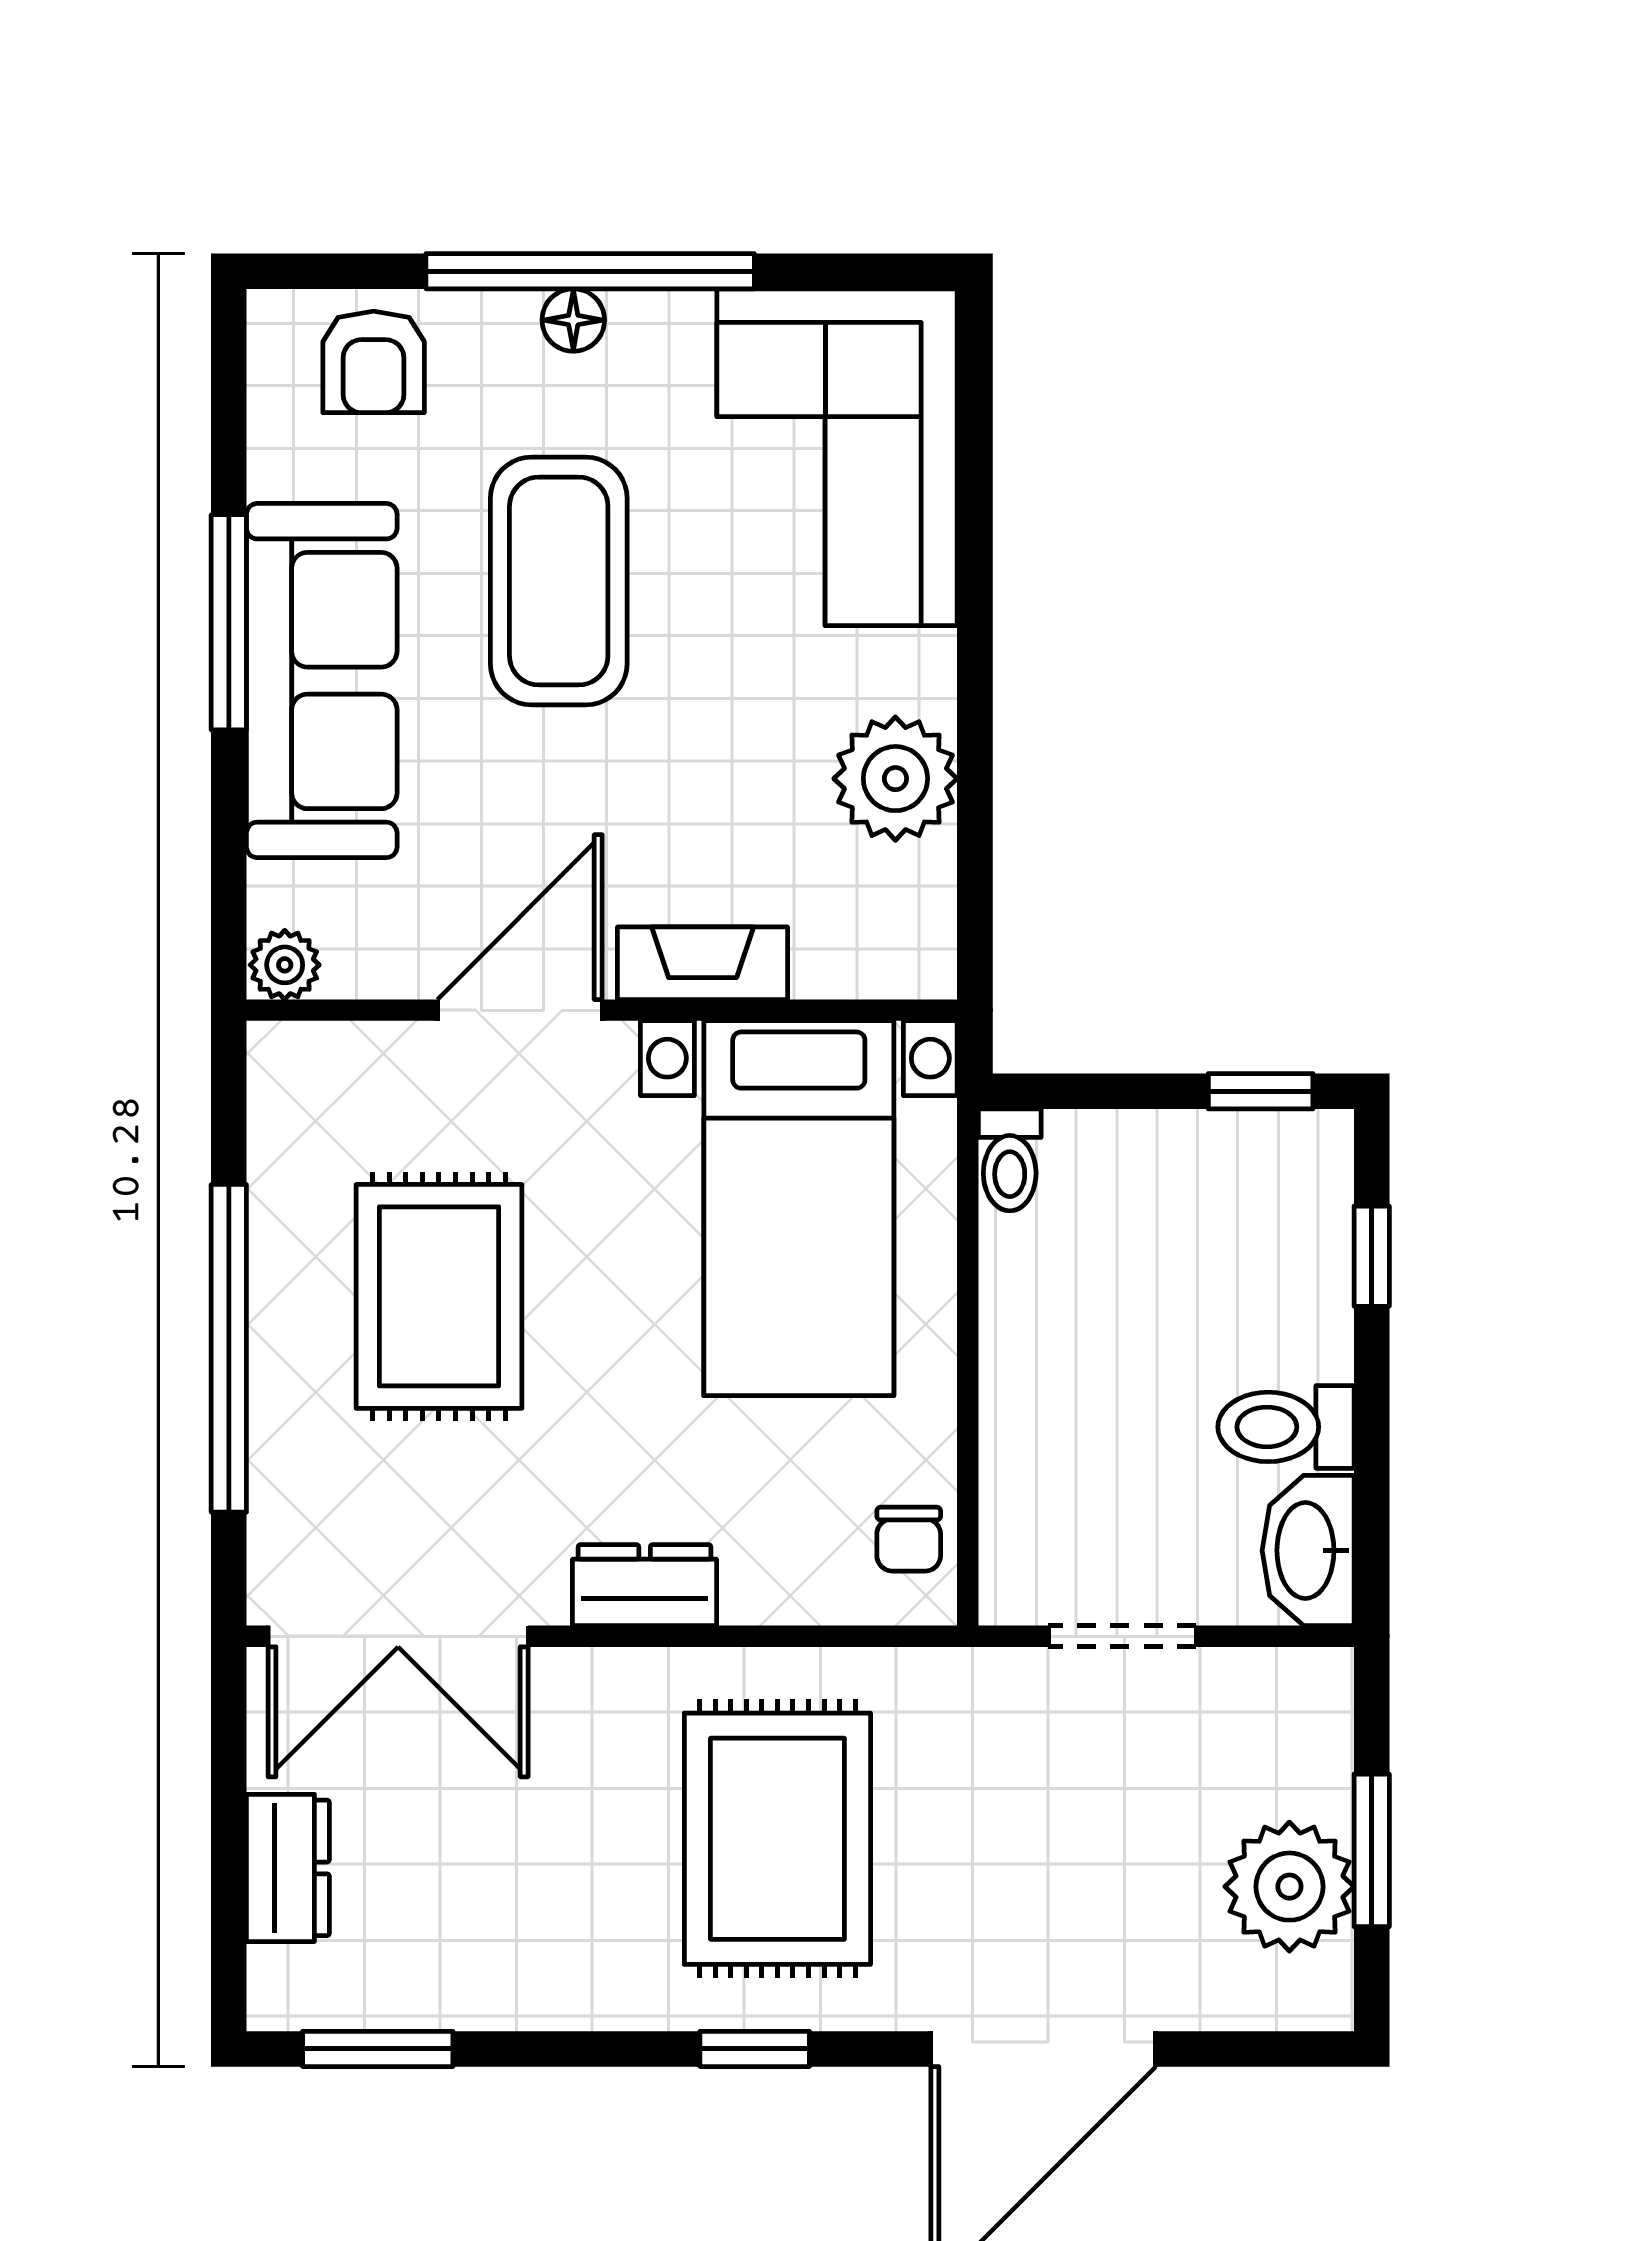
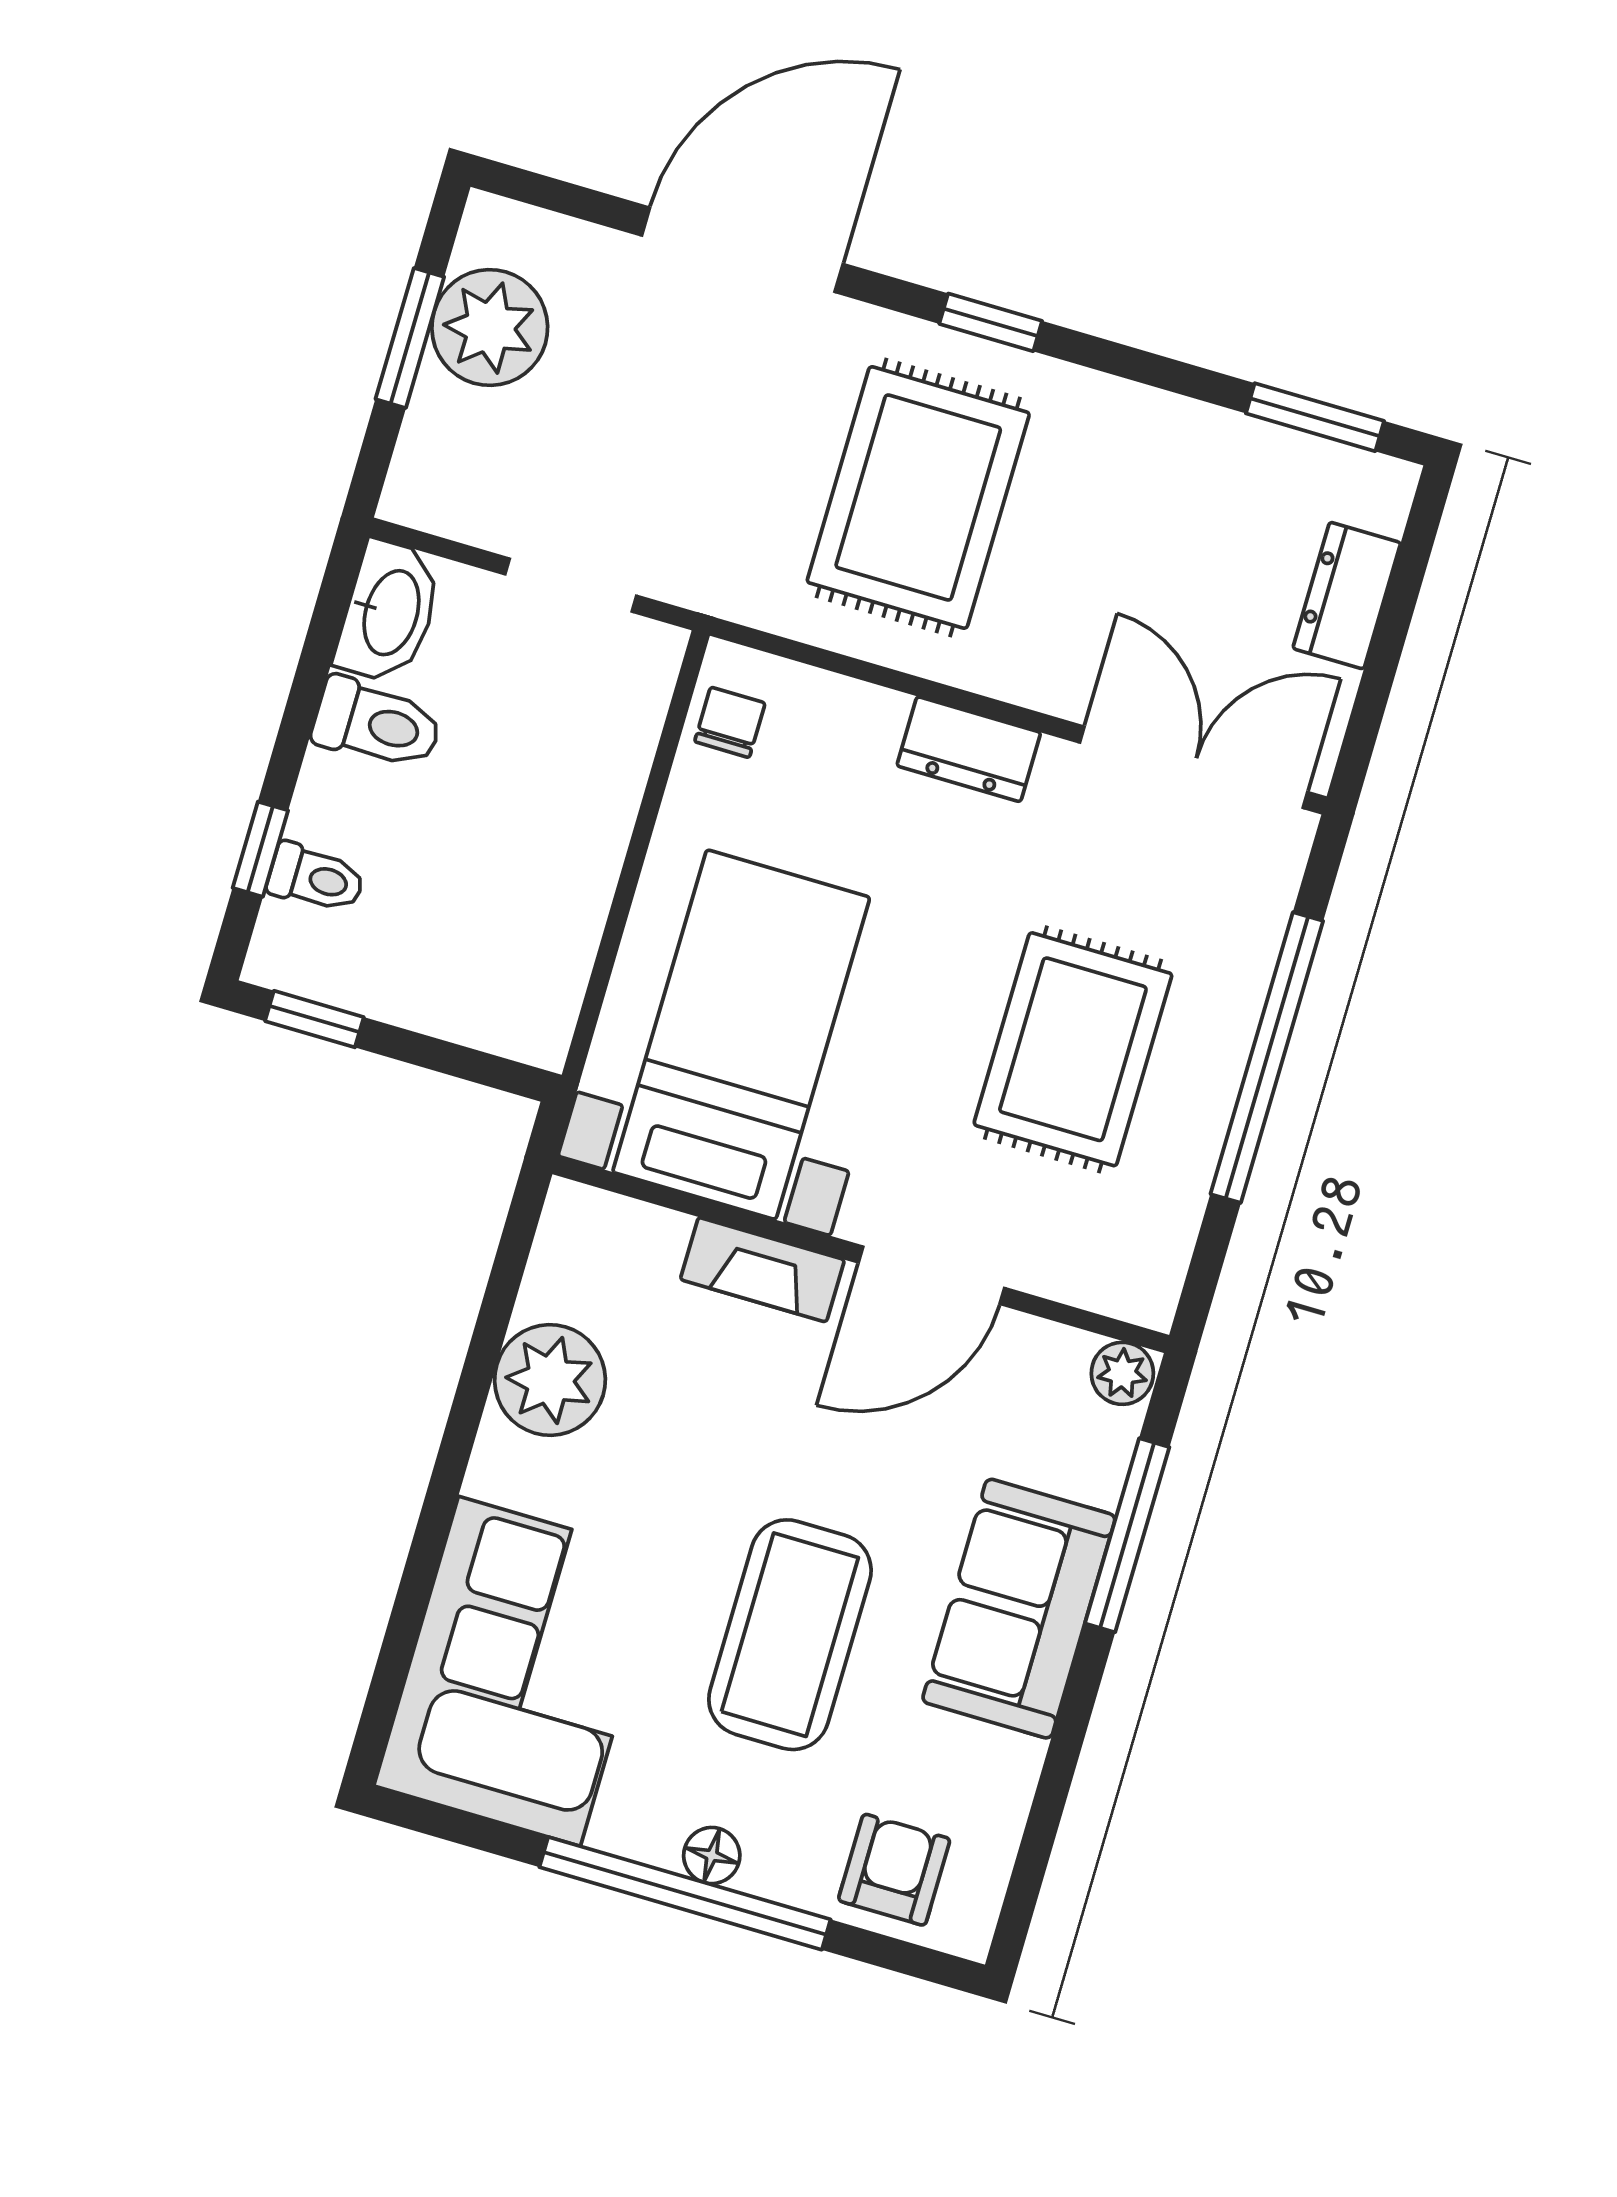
window: (229, 622) -> (1127, 1535), moved
sofa: (322, 681) -> (1019, 1609), width x0.73
toilet: (1010, 1160) -> (316, 878), moved, turned 90

